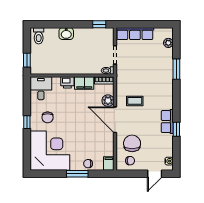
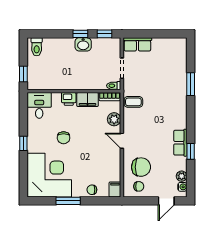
window: (78, 24) -> (80, 34), added
washbasin: (66, 34) -> (83, 44), moved
row of seats: (135, 34) -> (137, 44), width x0.68
plant: (168, 43) -> (182, 176), moved
coffee table: (135, 101) -> (133, 102), moved
chair: (48, 117) -> (64, 138), moved
door: (115, 120) -> (122, 141), width x0.53
chair: (132, 143) -> (141, 167), turned 90
window: (77, 174) -> (68, 201), moved

